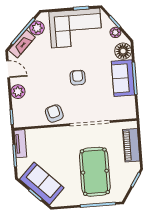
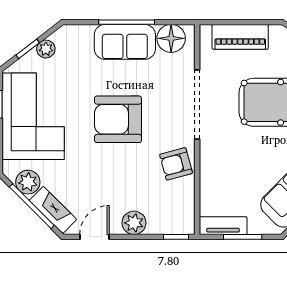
floor lamp: (123, 51) -> (171, 38), moved
armchair: (78, 78) -> (118, 119), width x1.88, depth x1.88

